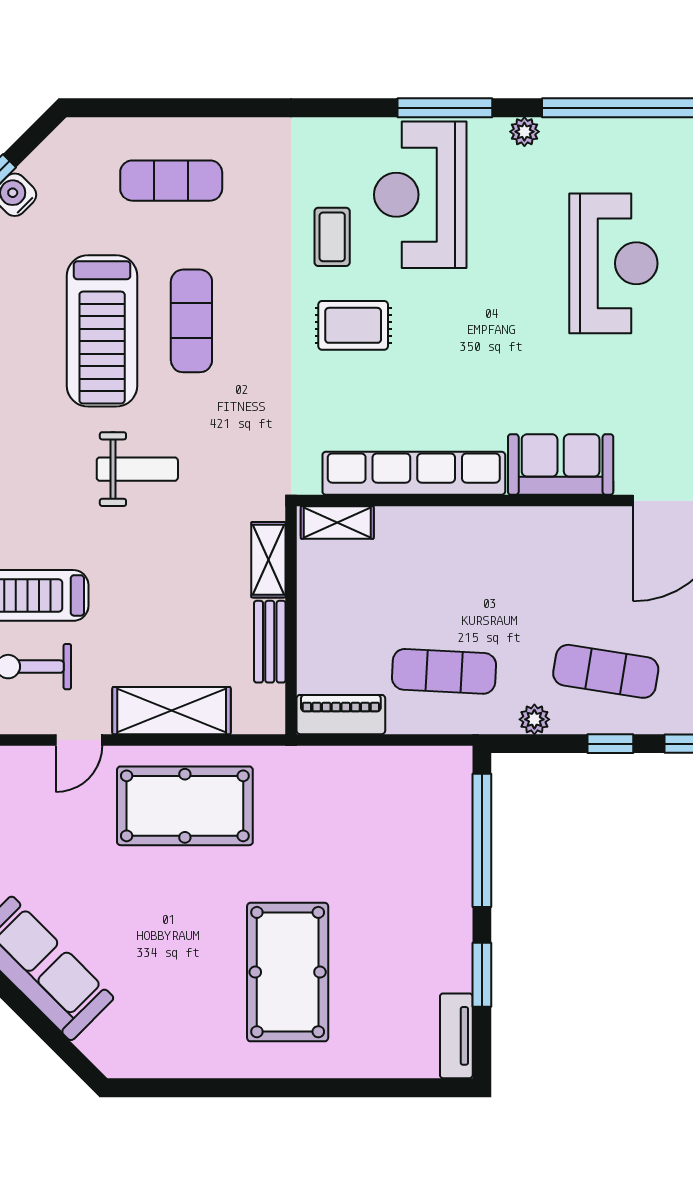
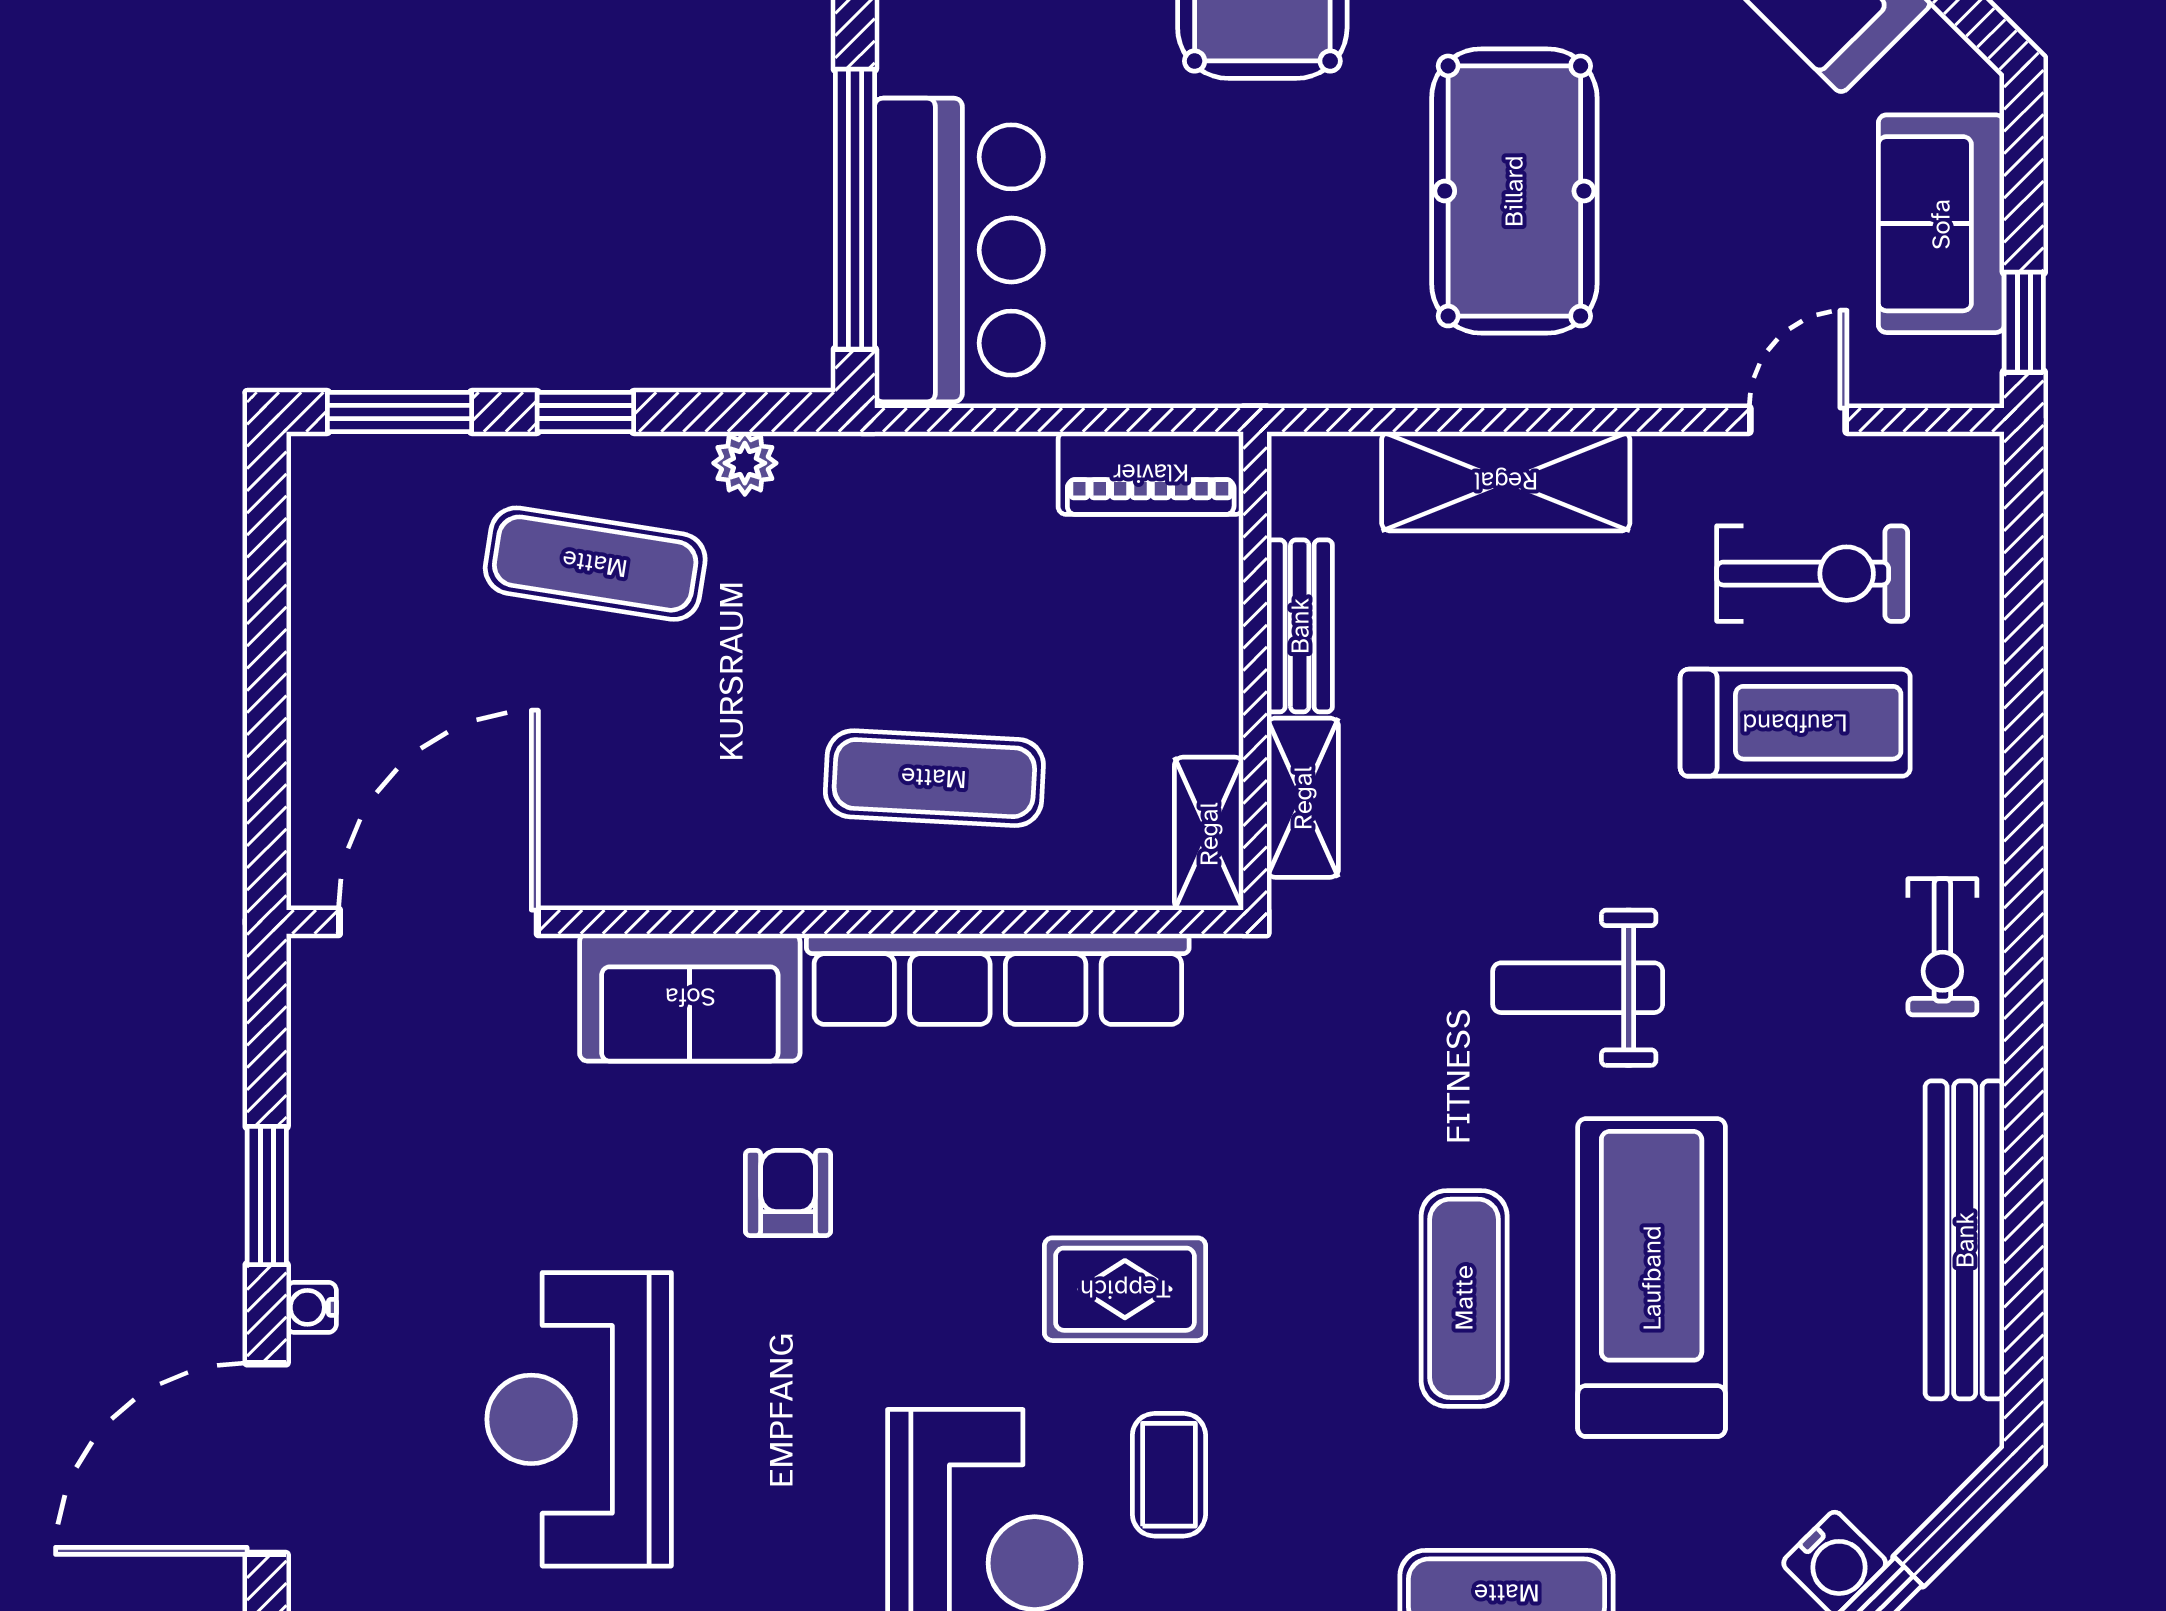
armchair: (514, 371) -> (788, 1193), added
shelving: (337, 523) -> (1209, 834), moved, turned 90
exercise mat: (444, 671) -> (934, 778), moved
door: (79, 740) -> (1798, 420), moved
pool table: (185, 806) -> (1514, 191), moved, turned 90
bar counter: (432, 821) -> (959, 250), added

